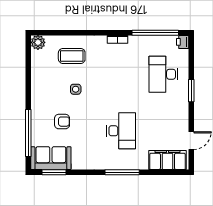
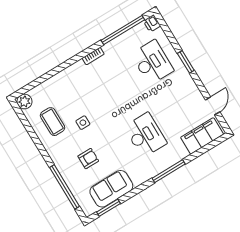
coffee table: (72, 56) -> (53, 122), moved, turned 90
desk: (163, 74) -> (152, 62), turned 180
sofa: (51, 158) -> (111, 189), moved

